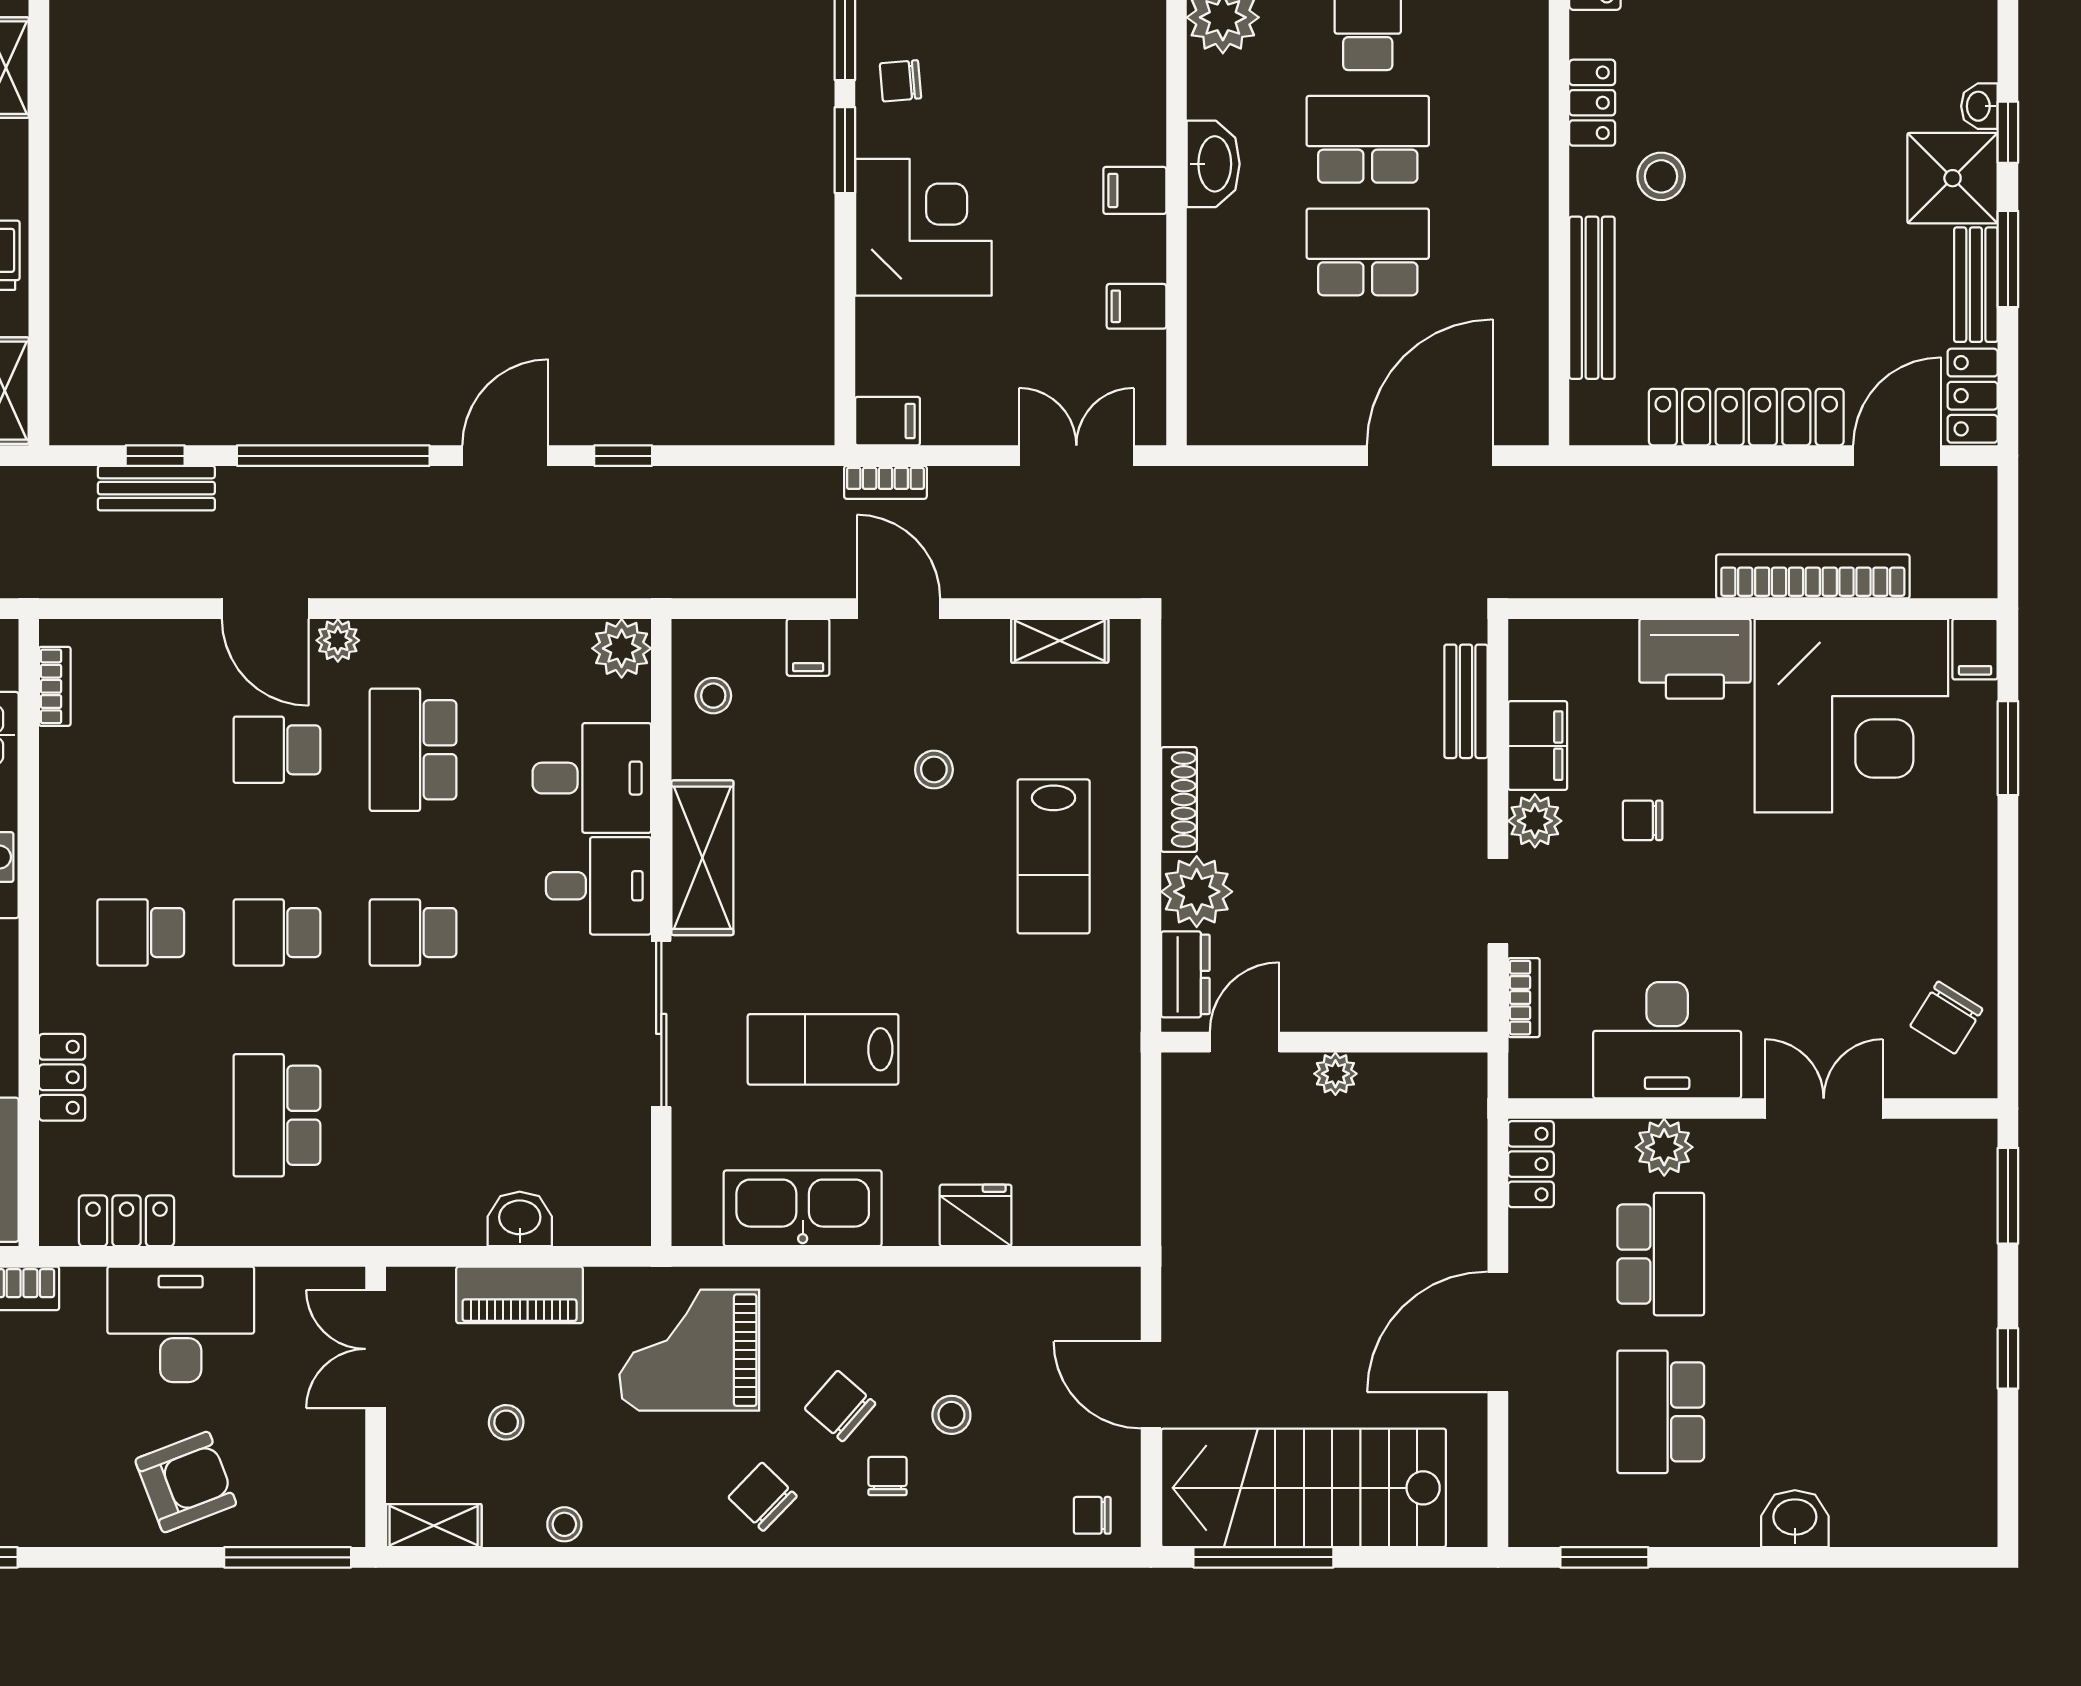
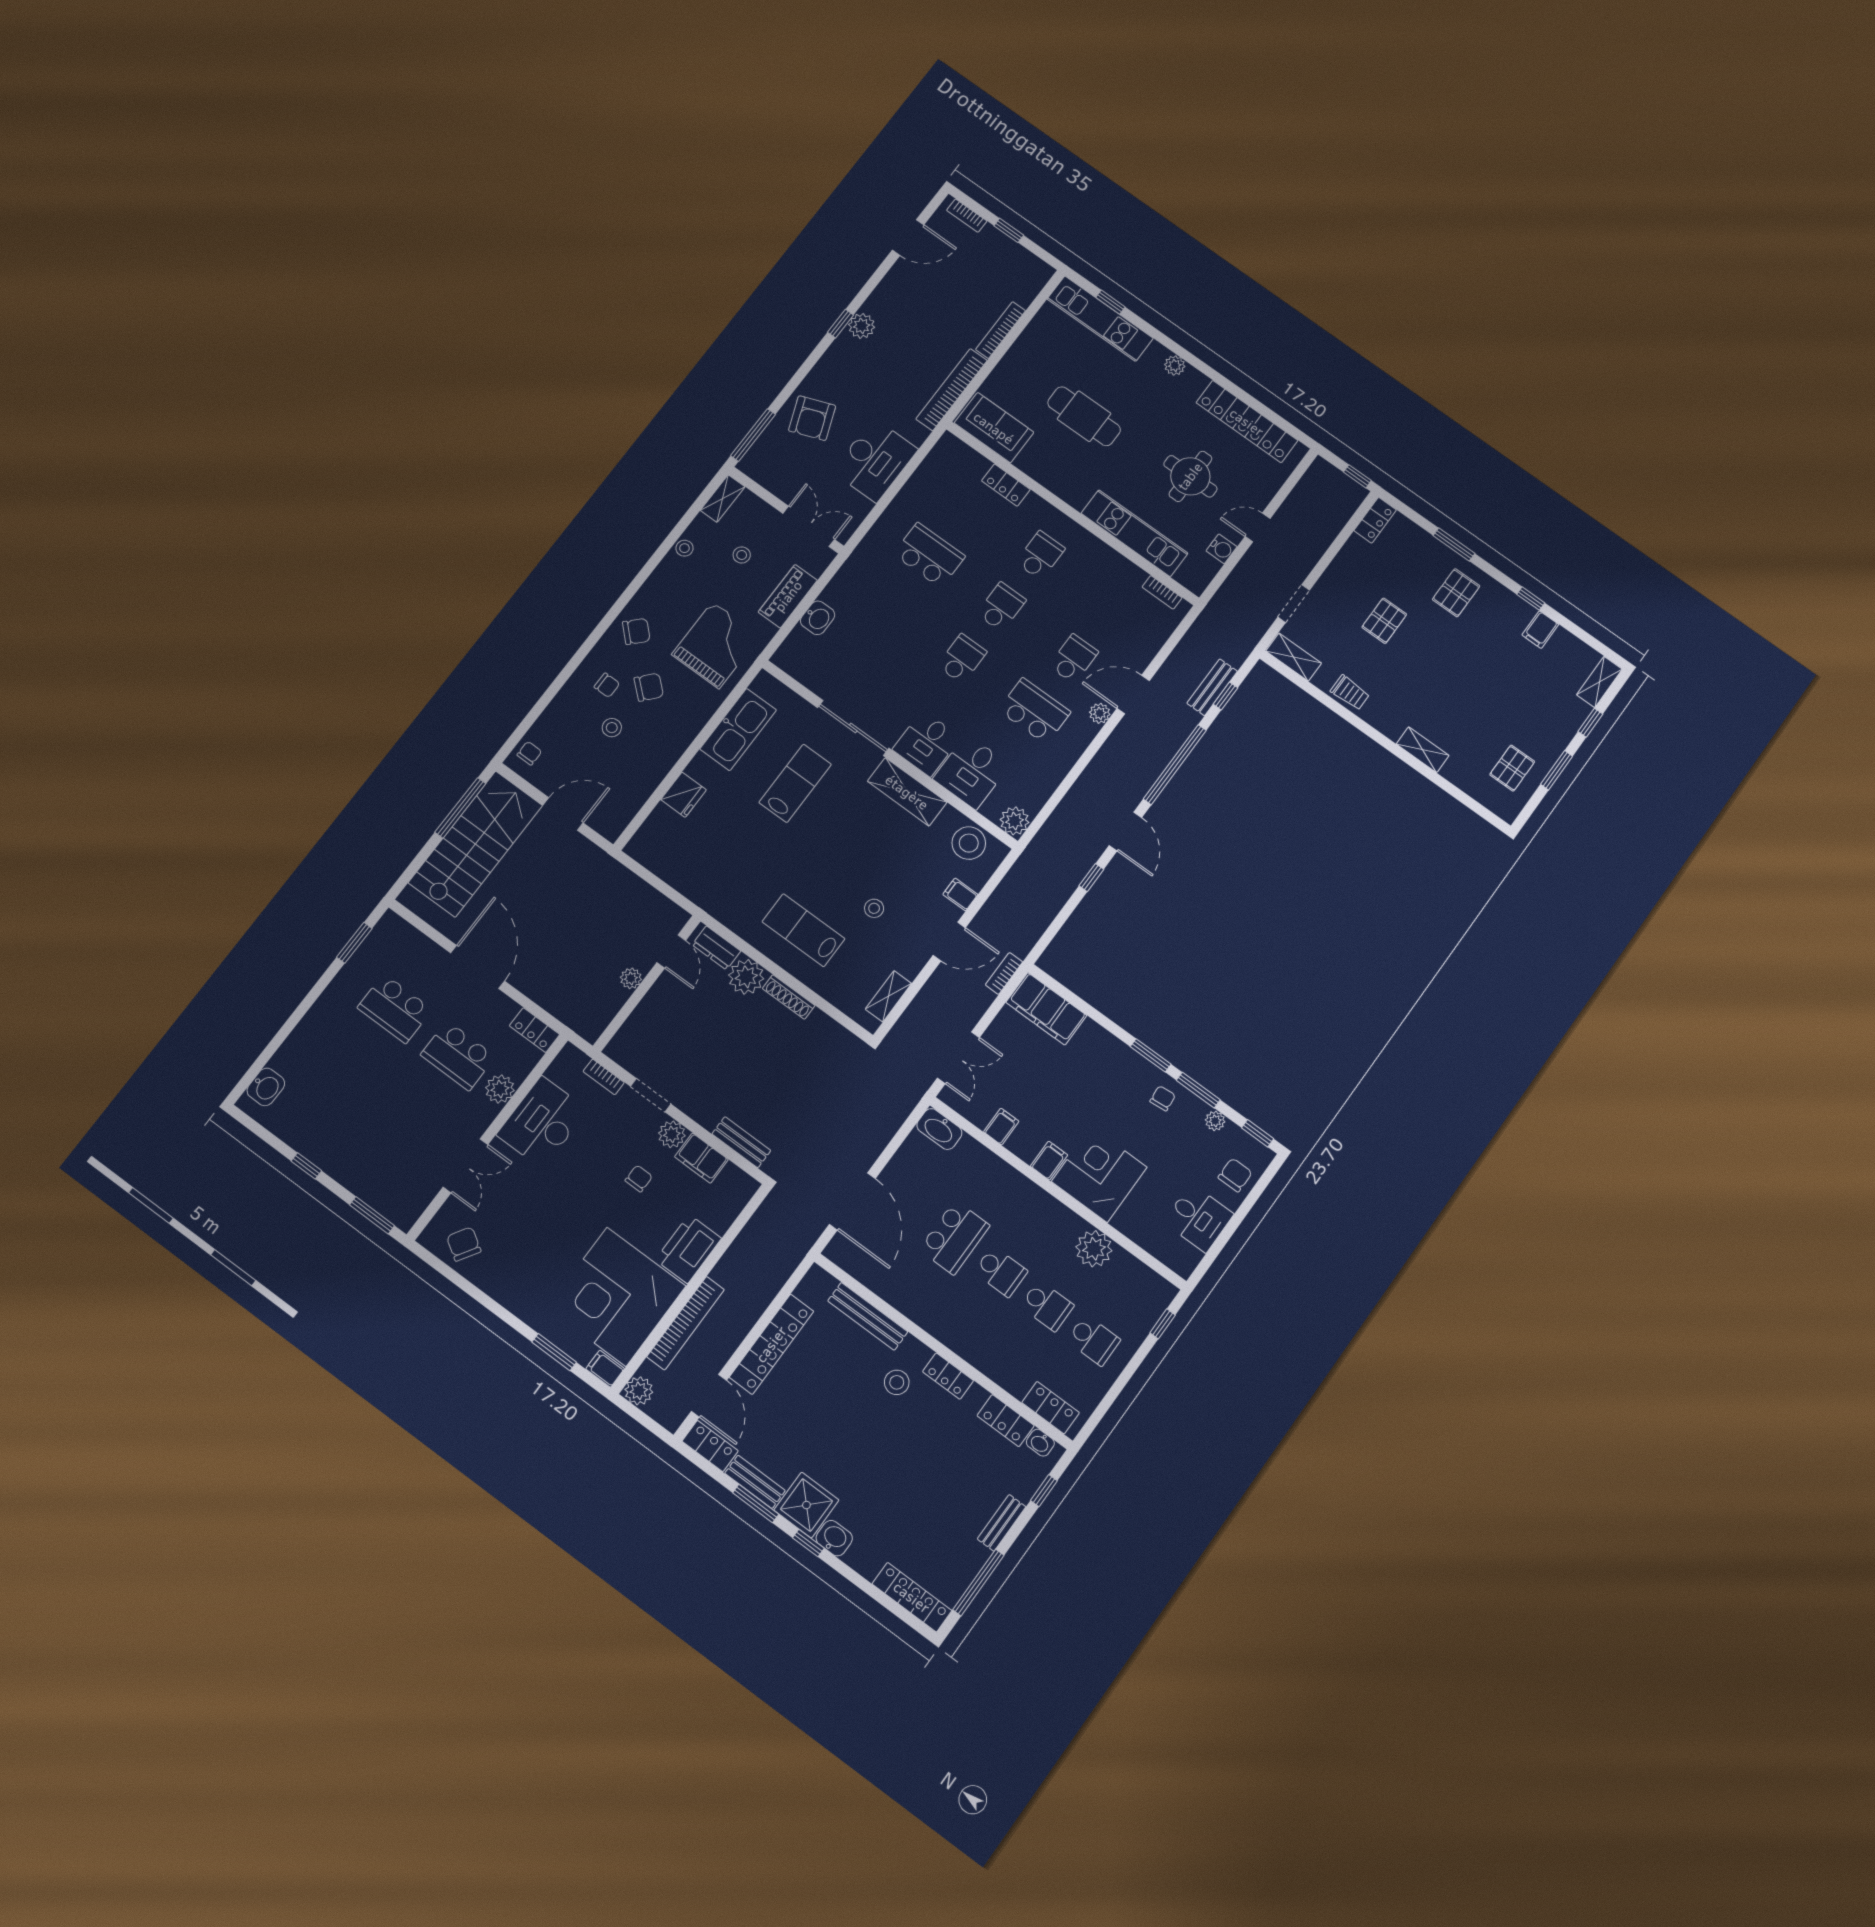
washbasin: (1979, 106) -> (834, 1538), width x1.38, depth x1.45
school desk: (1368, 139) -> (1001, 1272), width x0.54
washbasin: (1213, 164) -> (939, 1129), moved
corner desk: (923, 227) -> (1099, 1174), moved, turned 180
filing cabinet: (887, 421) -> (1046, 1009), width x3.00, depth x1.17
plant: (1970, 571) -> (639, 1391), added
stool: (713, 696) -> (969, 843), width x1.89, depth x1.89
locker: (127, 1221) -> (931, 469), removed
school desk: (1661, 1412) -> (395, 1009), turned 180
washbasin: (1795, 1519) -> (266, 1087), moved

